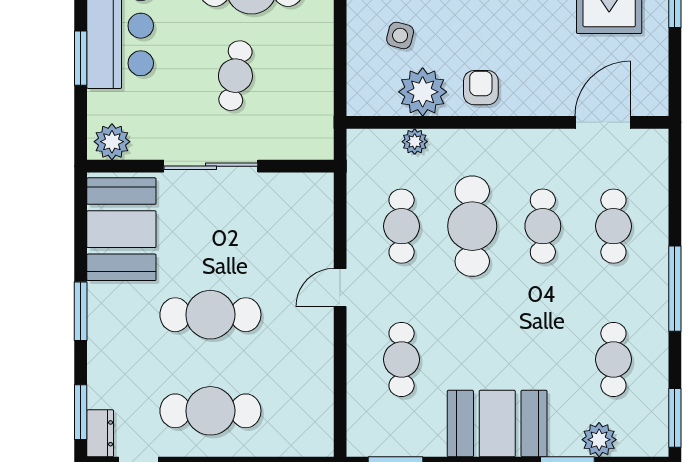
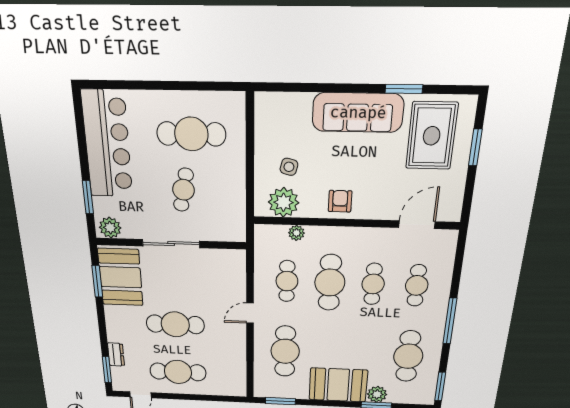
window: (81, 58) -> (88, 197), moved
plant: (423, 92) -> (284, 202), moved
window: (81, 311) -> (97, 281), moved
cafe table: (402, 359) -> (285, 351), width x1.37, depth x1.35
cafe table: (613, 359) -> (408, 356), width x1.37, depth x1.35
dresser: (100, 433) -> (116, 355), moved
plant: (599, 440) -> (377, 394), moved

